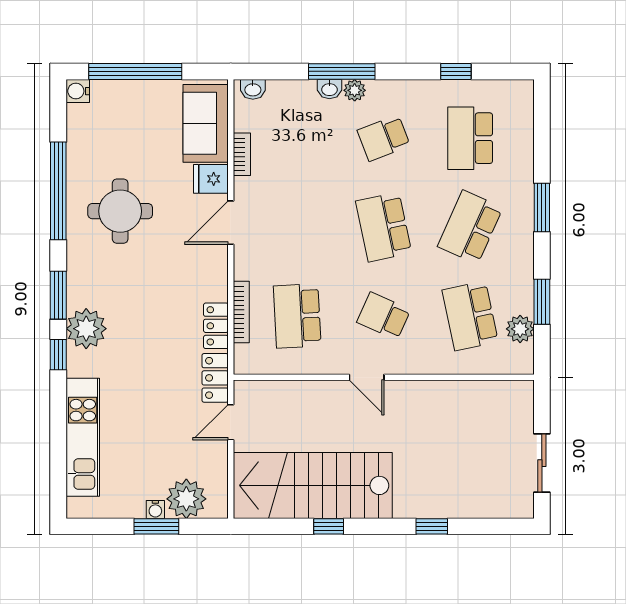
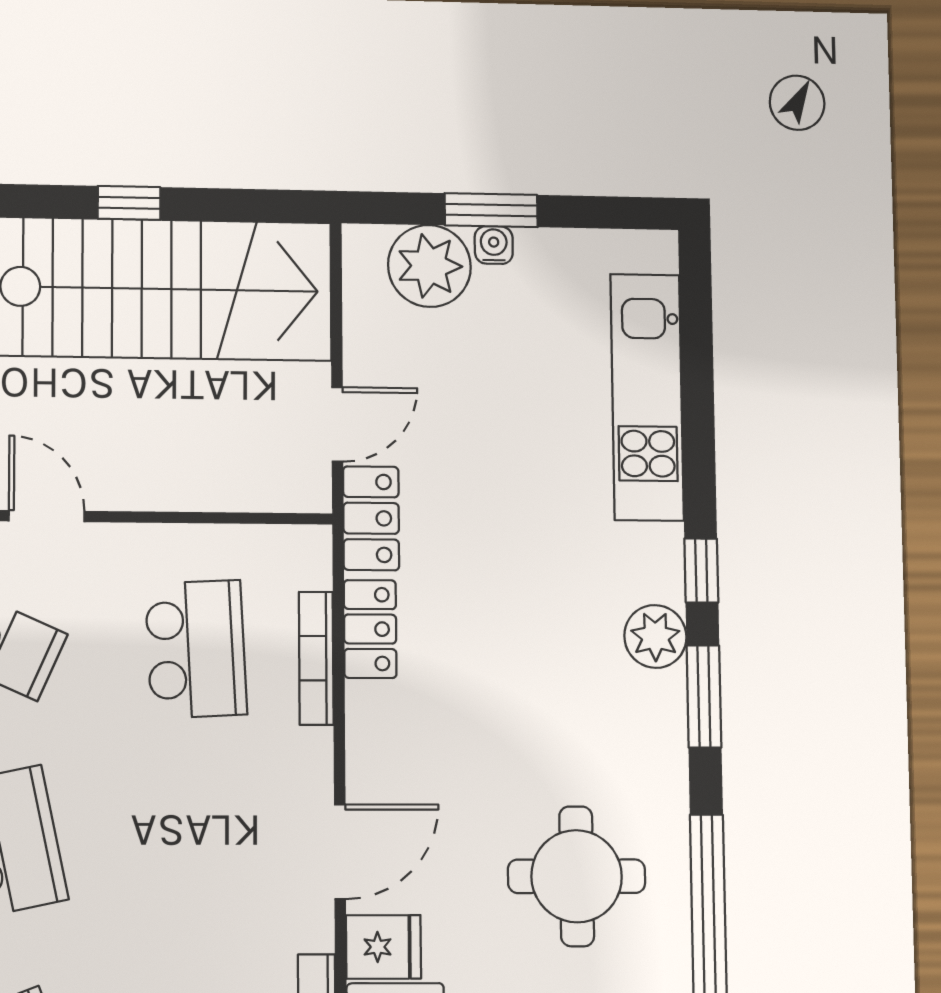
plant: (86, 329) -> (655, 636), width x0.73, depth x0.73

